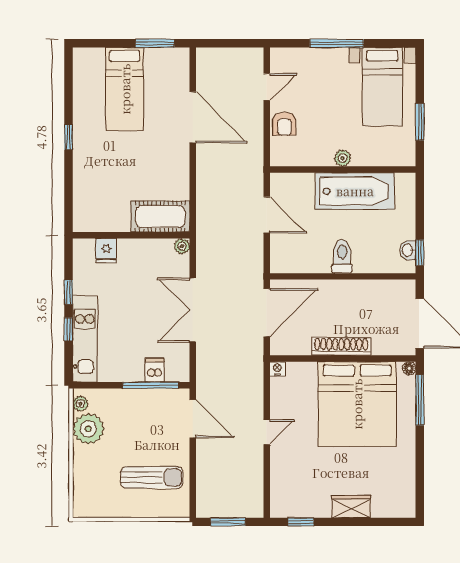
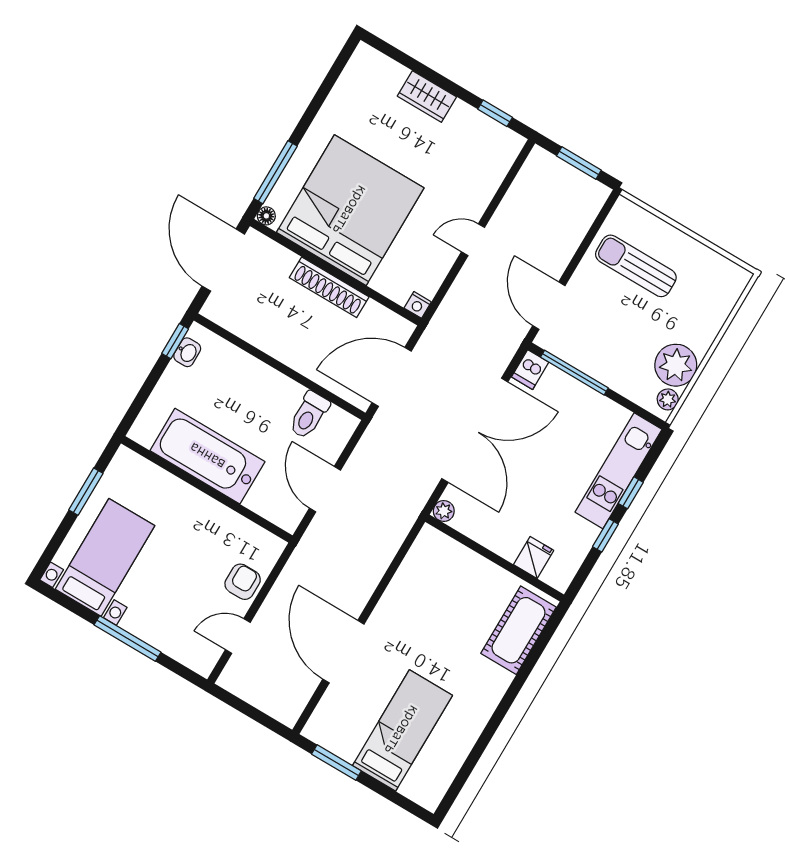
window: (68, 138) -> (500, 713), removed
plant: (343, 158) -> (199, 502), removed
cot: (160, 217) -> (519, 630), moved, turned 90
toilet: (342, 256) -> (309, 415), moved
double door: (193, 310) -> (475, 430), width x1.36
dishwasher: (155, 370) -> (530, 370), moved

